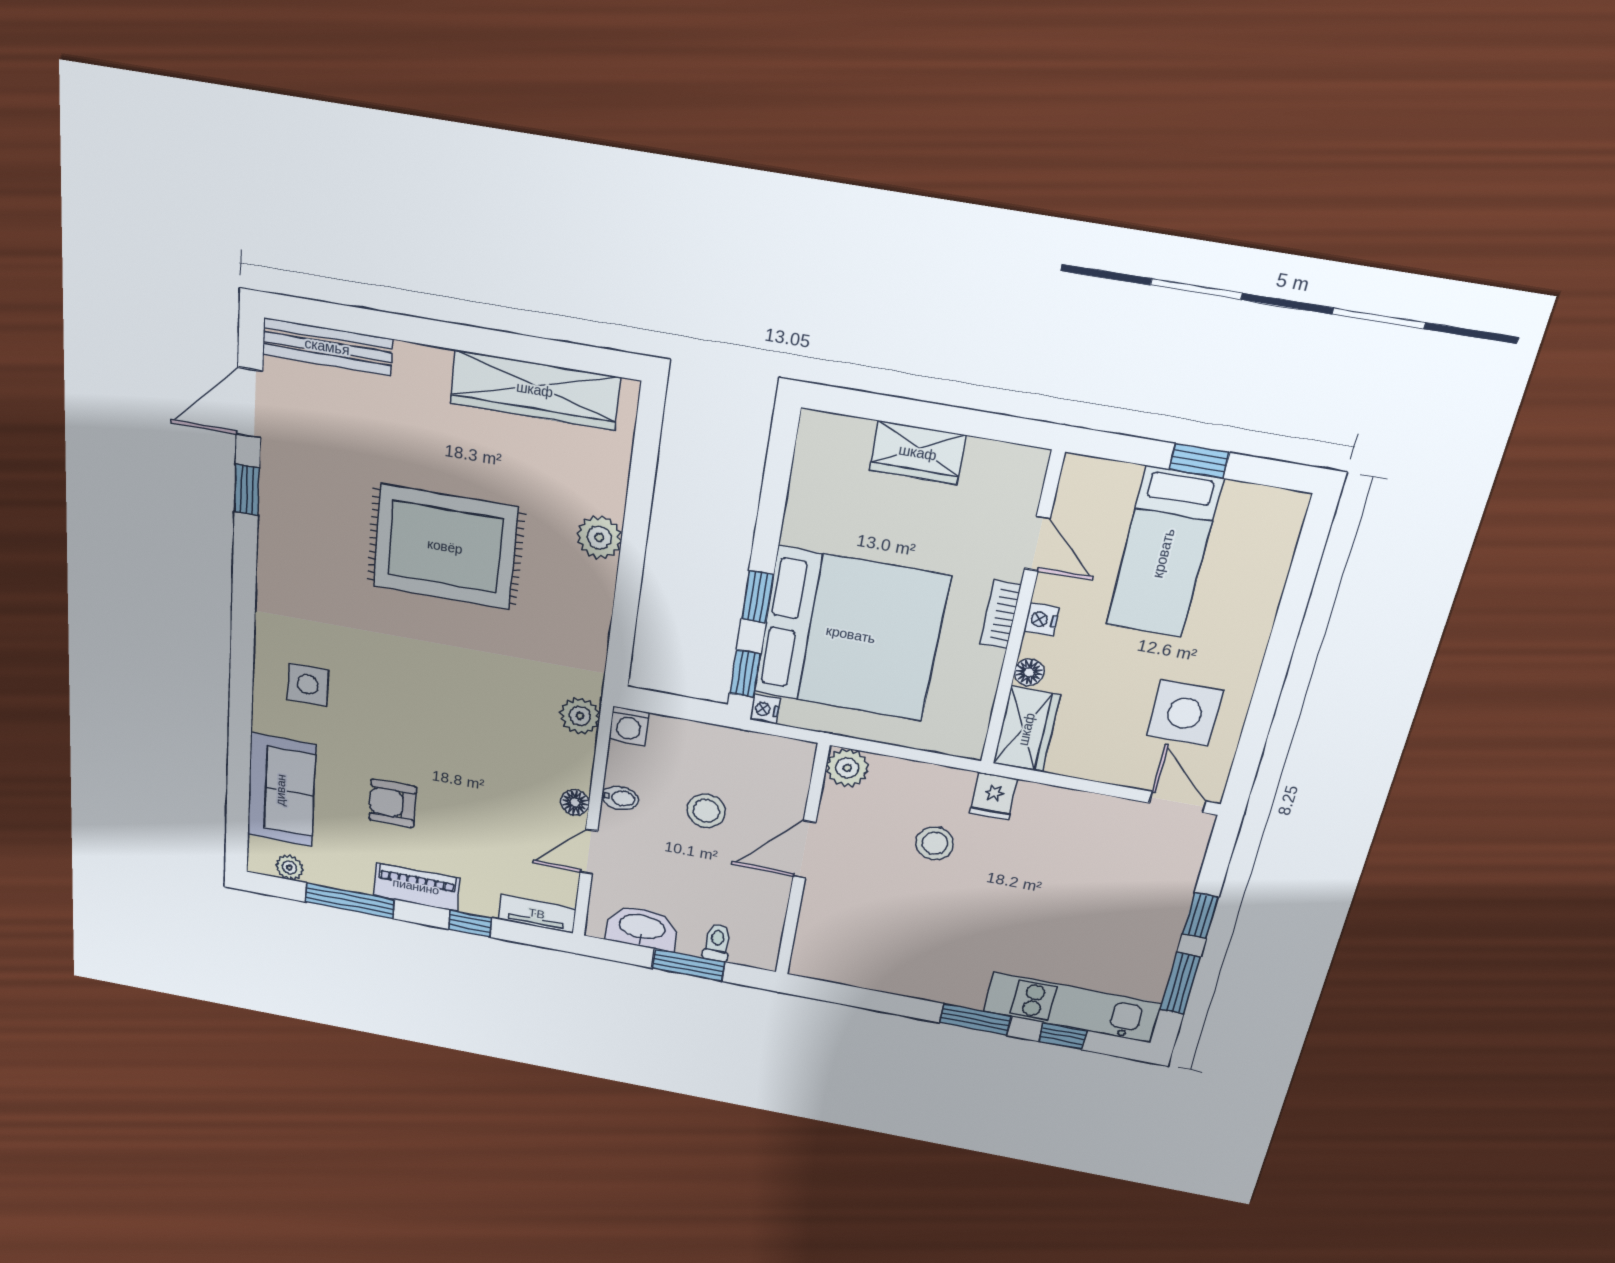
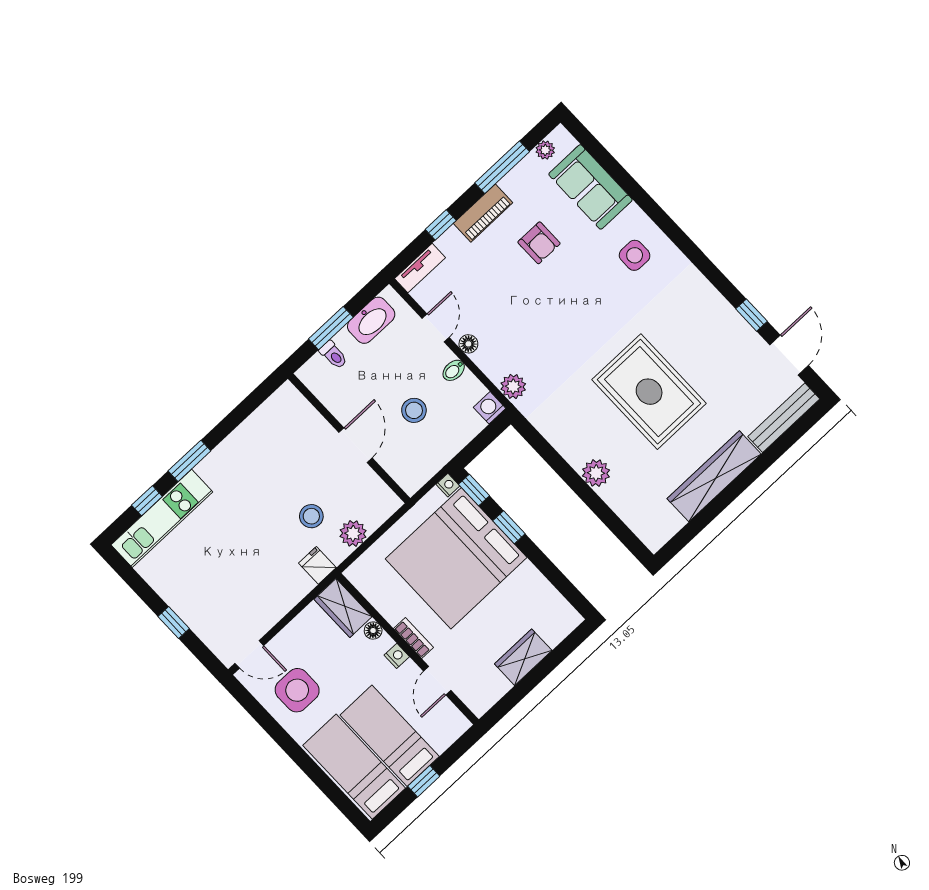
wardrobe: (535, 390) -> (714, 476), moved
door: (1037, 543) -> (437, 681), hinge flipped
rug: (445, 547) -> (649, 392), turned 90
bed: (1244, 569) -> (354, 767), added
plant: (847, 768) -> (353, 533), moved
armchair: (393, 803) -> (539, 243), turned 90
window: (1180, 983) -> (139, 585), removed

